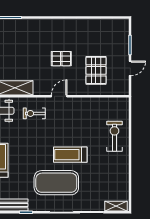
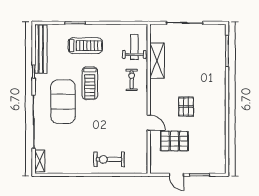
door: (59, 96) -> (149, 123), moved
exercise bike: (114, 136) -> (109, 159), turned 180
treadmill: (70, 155) -> (90, 83), moved, turned 180

